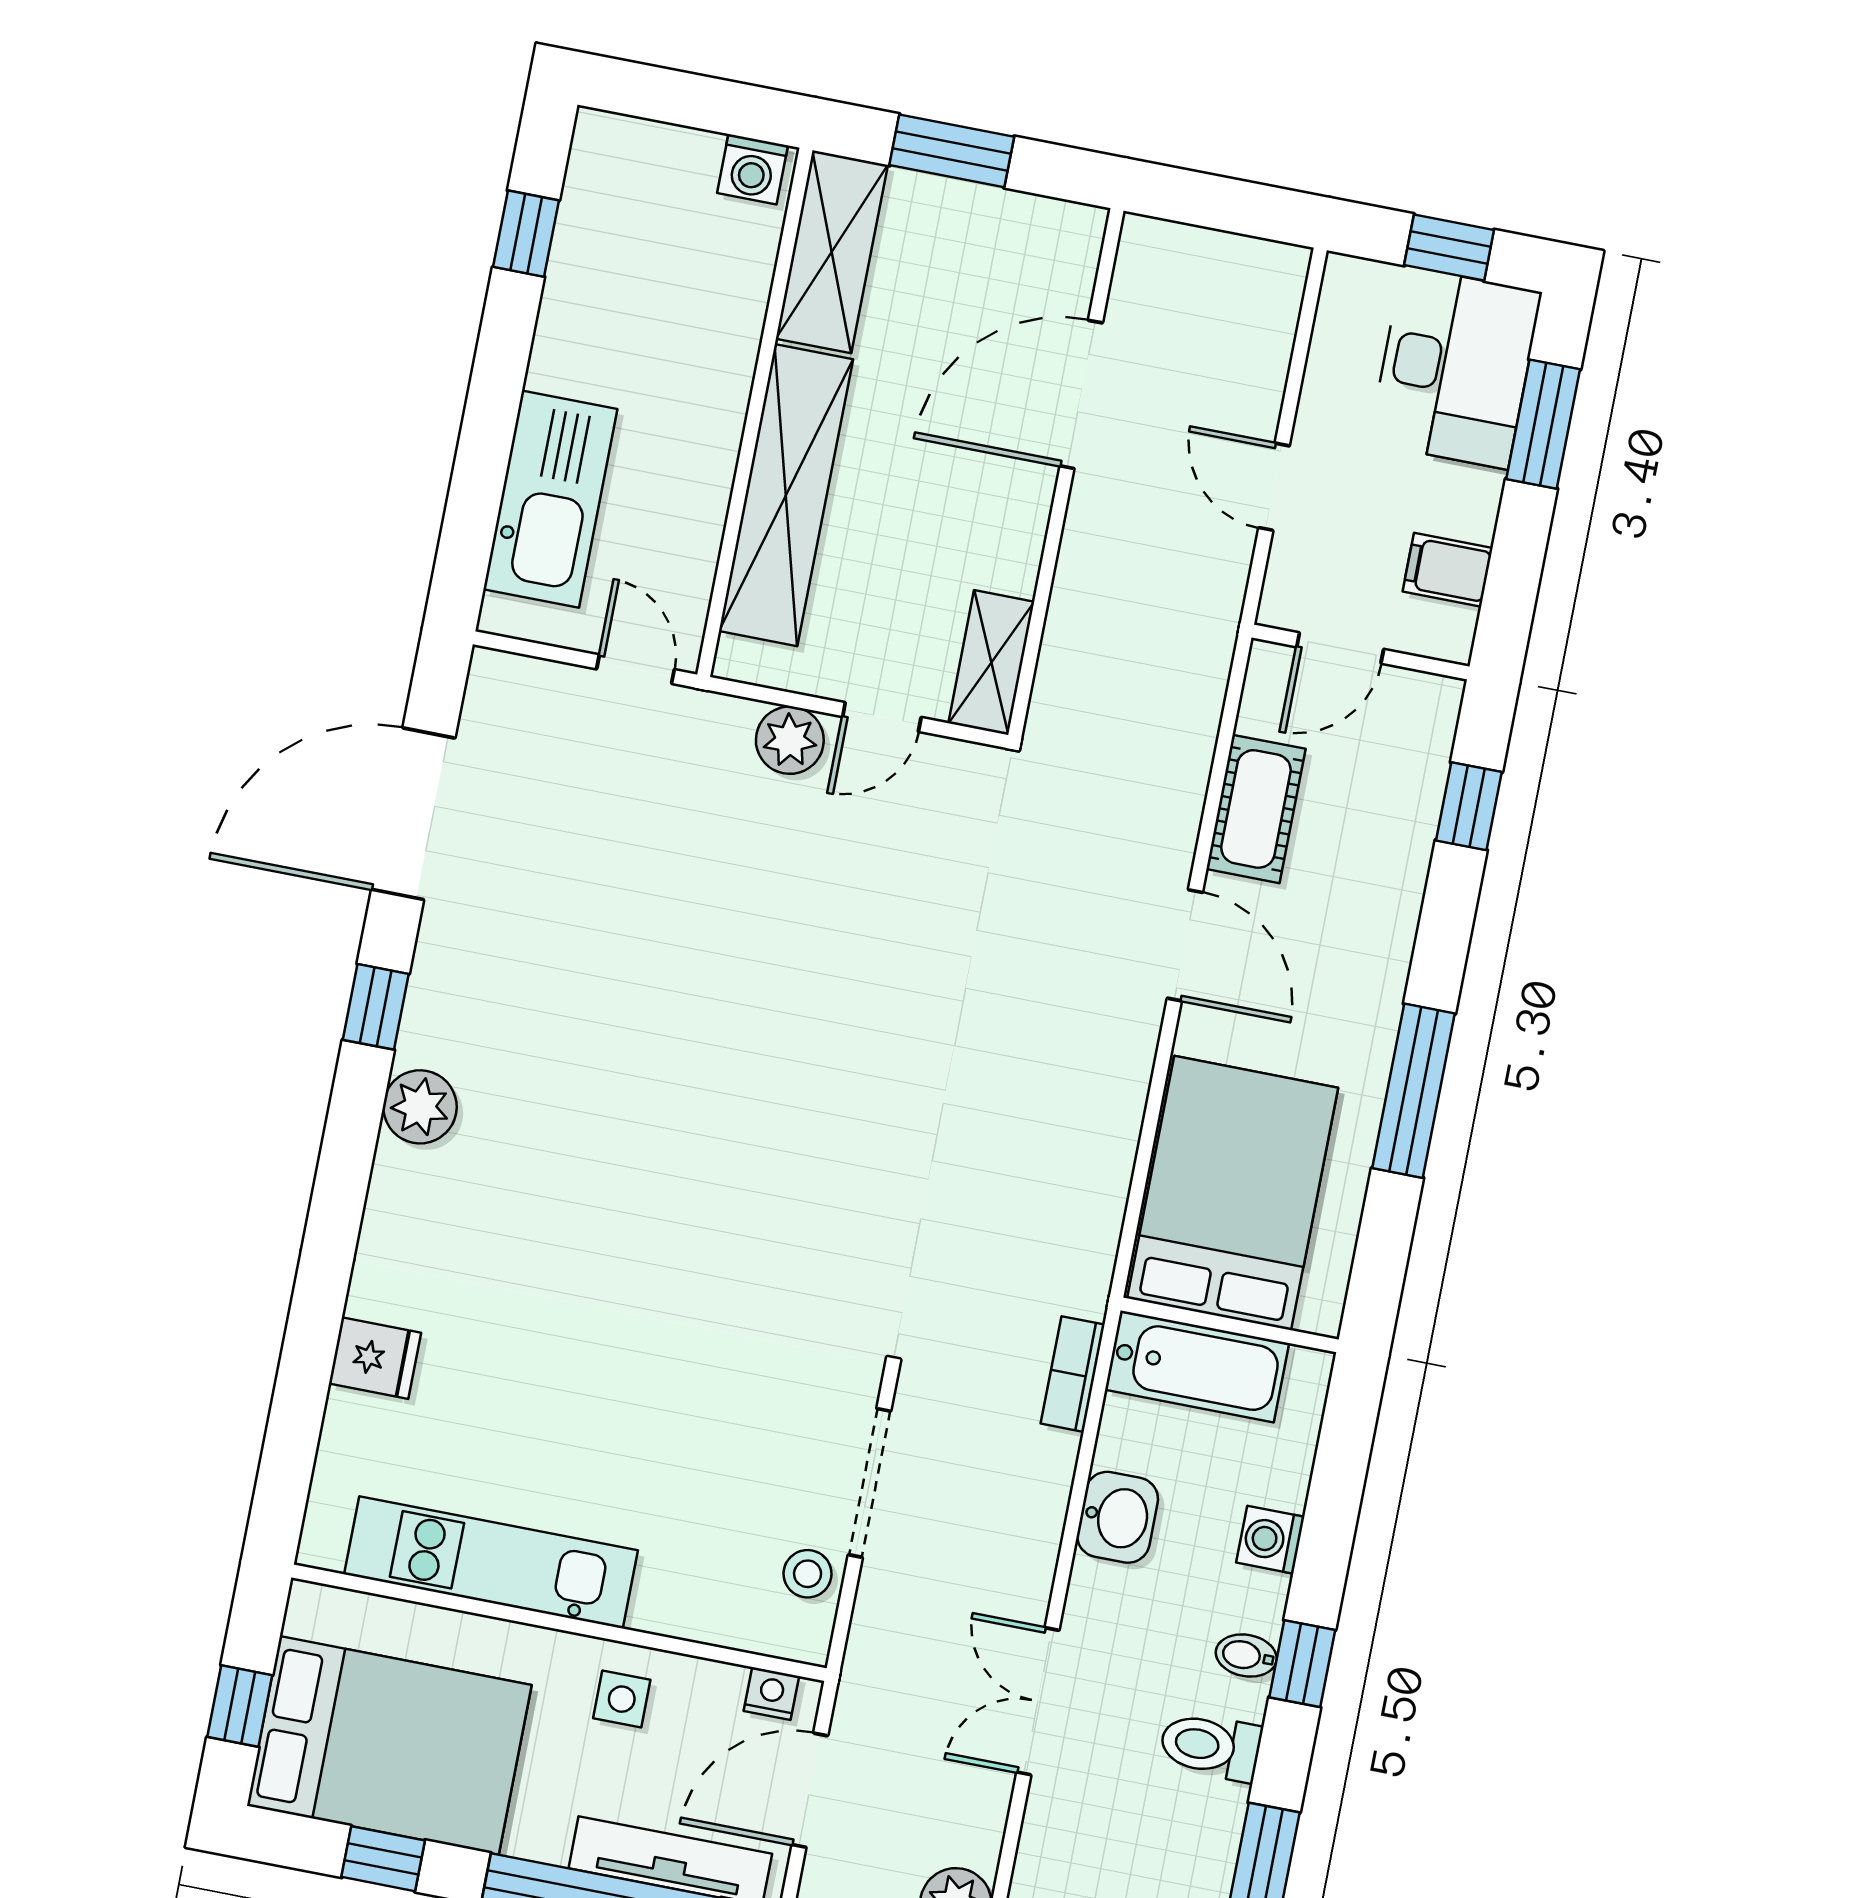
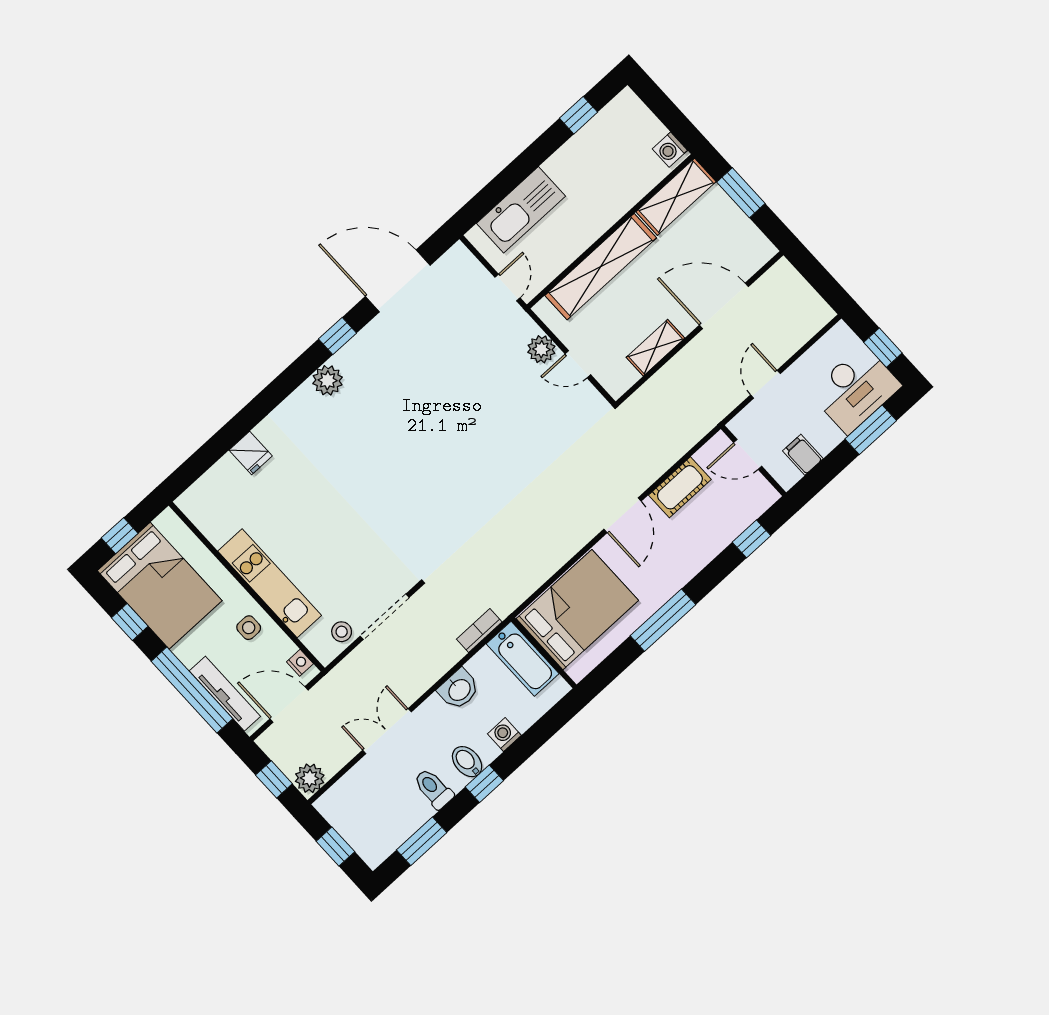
shelving: (991, 663) -> (655, 348), moved
kitchen unit: (491, 1562) -> (270, 583), moved
bidet: (1246, 1656) -> (467, 762), width x1.38, depth x1.36

